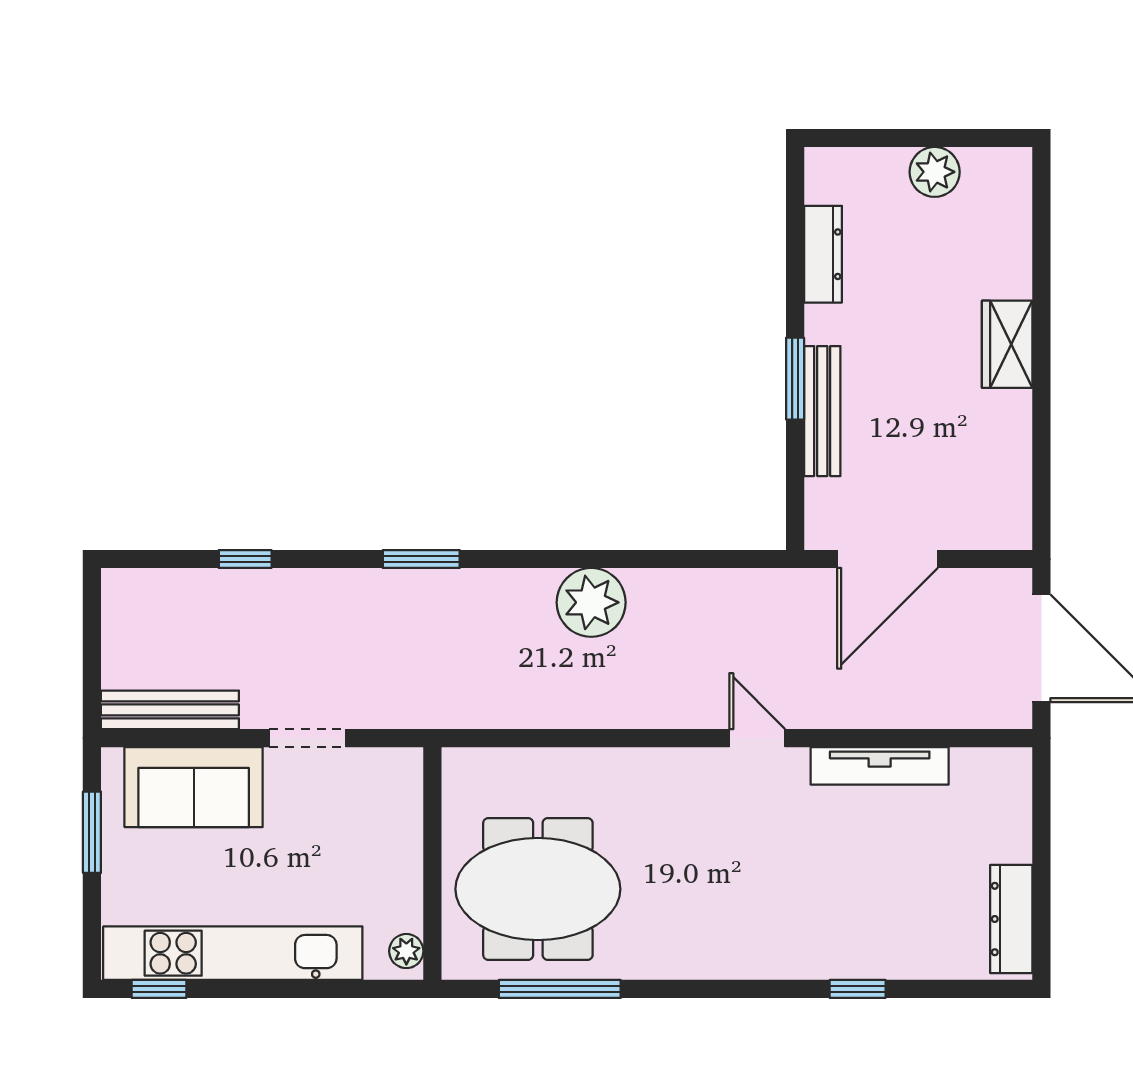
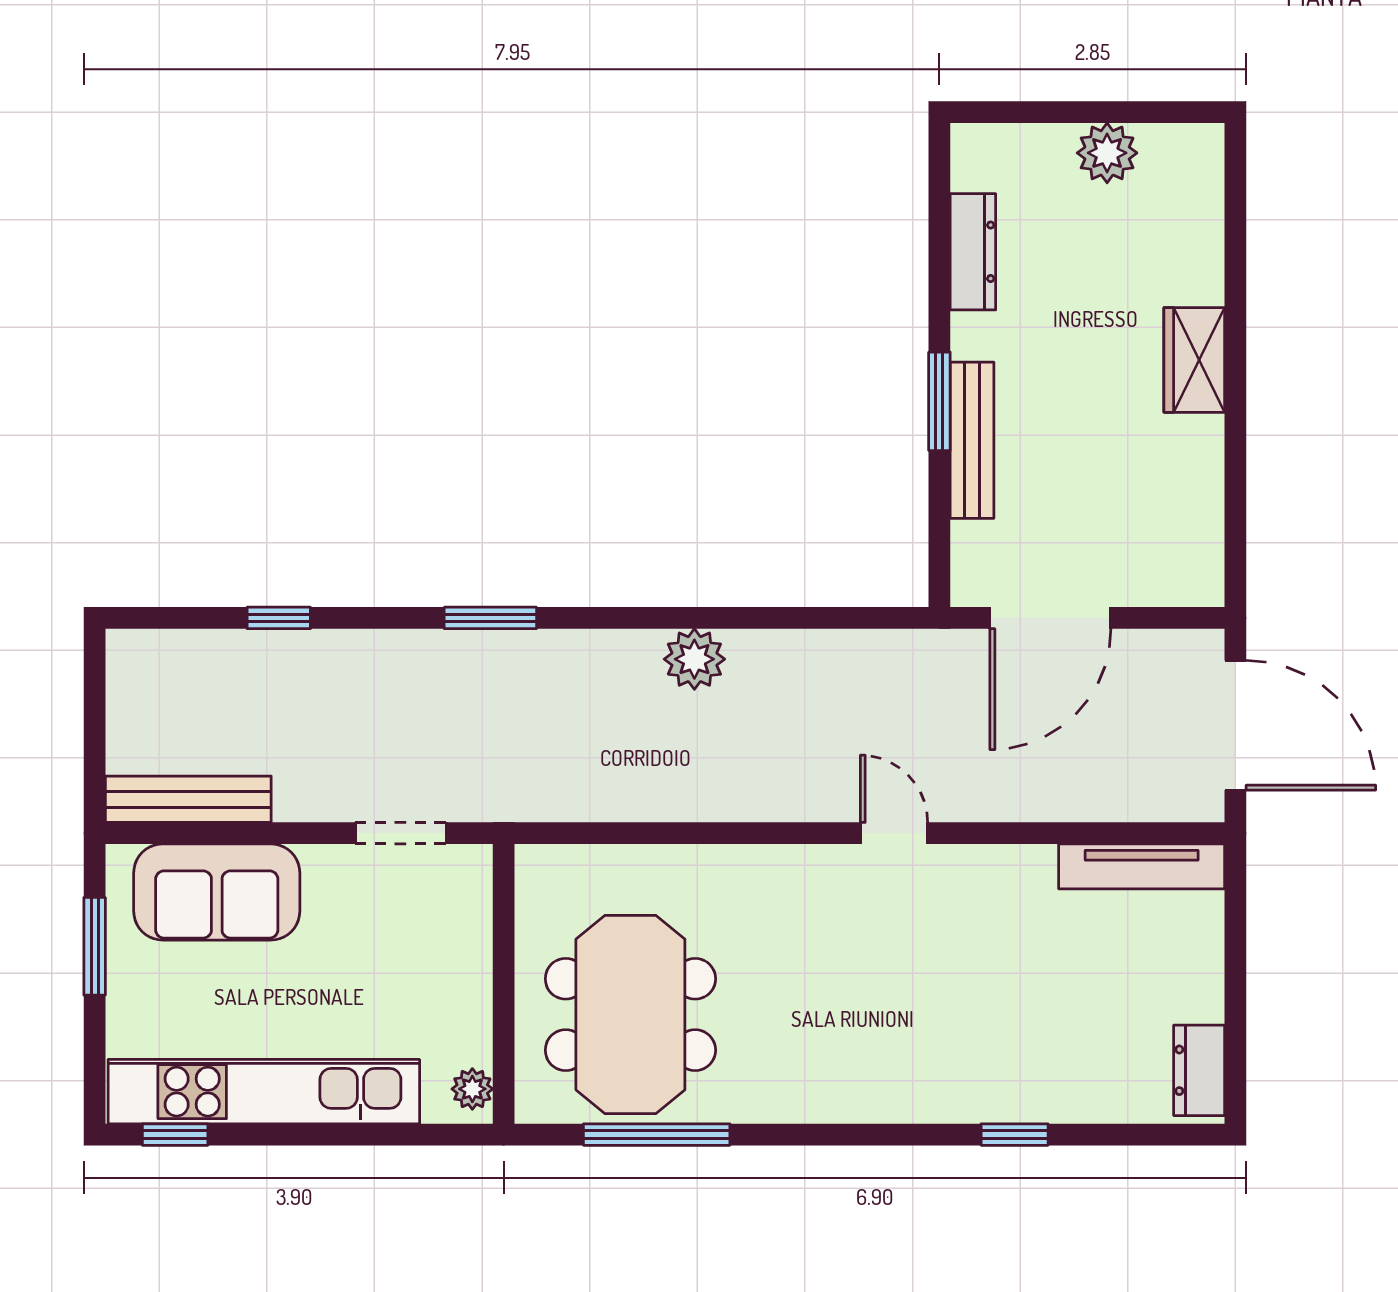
plant: (591, 602) -> (694, 659), width x0.73, depth x0.73
doorway: (307, 738) -> (401, 833), moved
tv unit: (880, 766) -> (1142, 866), moved
meeting table: (538, 889) -> (630, 1014), turned 90
dresser: (1011, 919) -> (1199, 1070), width x0.70

